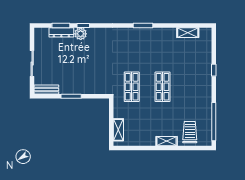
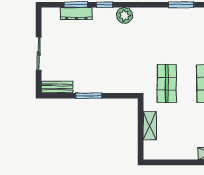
plant: (81, 34) -> (125, 15), moved
shelving: (118, 130) -> (150, 126), moved

